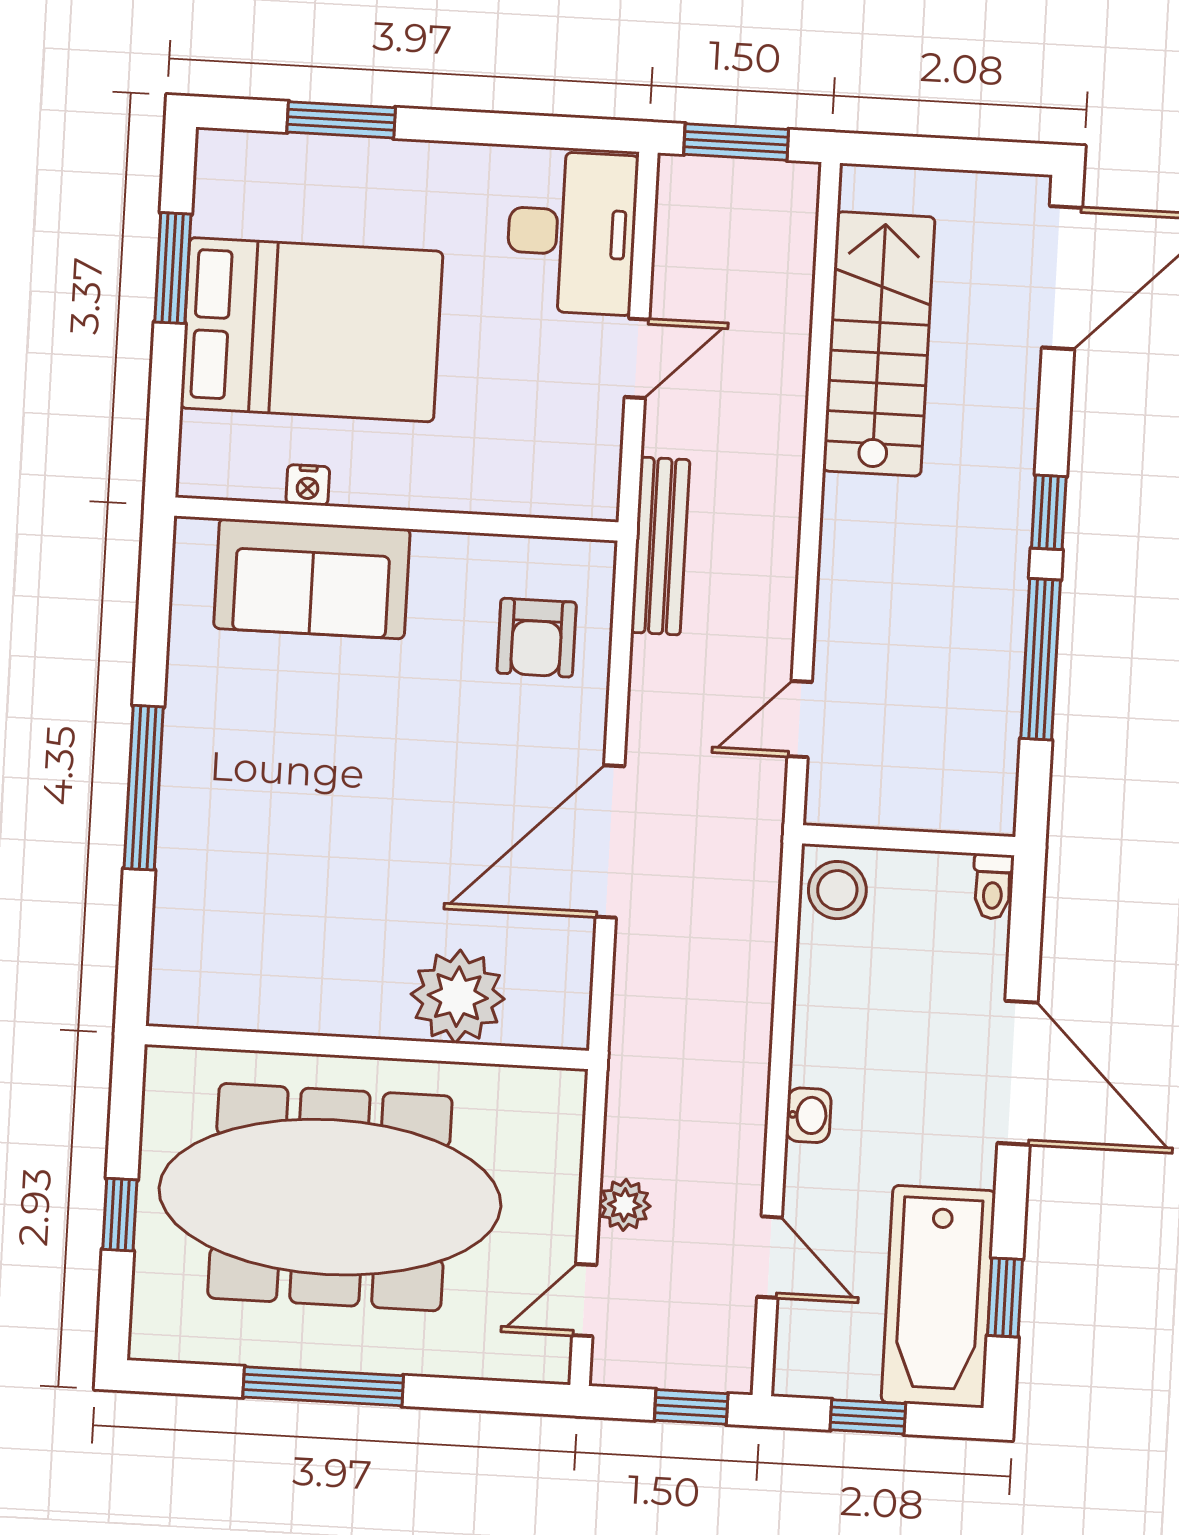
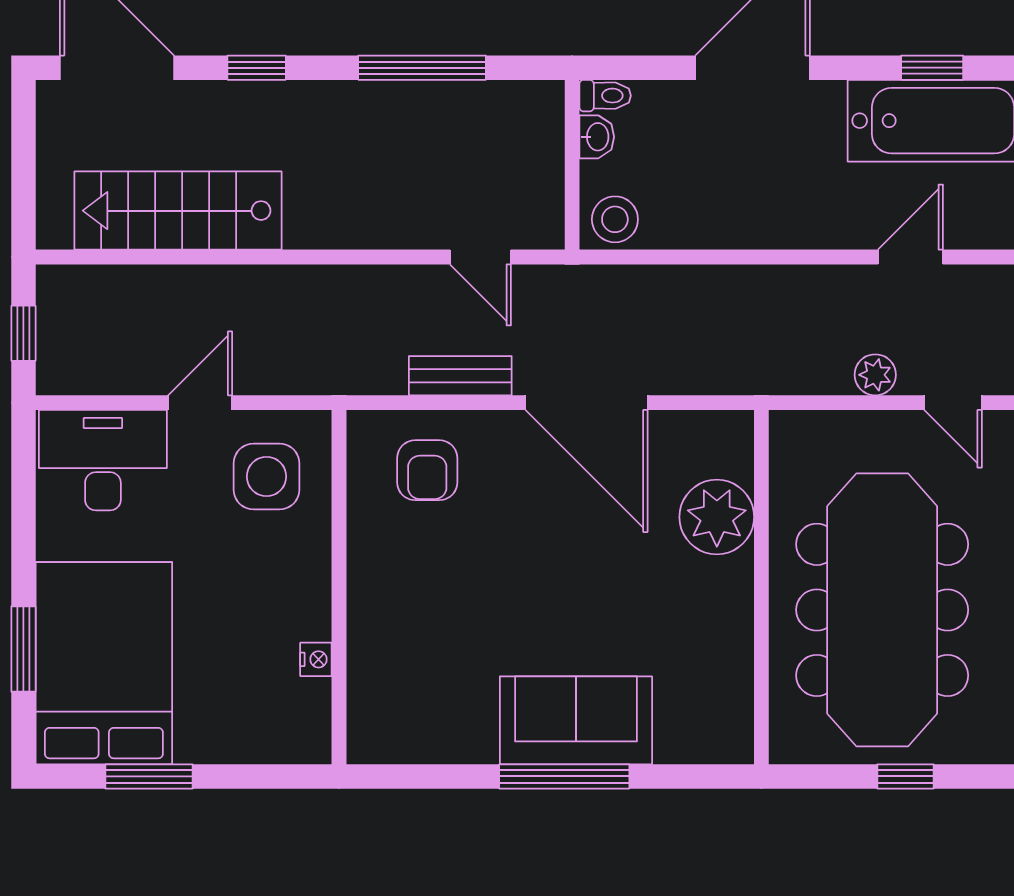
window: (736, 142) -> (23, 333), width x0.67
bed: (312, 330) -> (104, 663), moved
door: (637, 358) -> (200, 403), hinge flipped
side table: (540, 436) -> (266, 476), added
window: (1049, 512) -> (257, 68), moved
bench: (660, 546) -> (460, 376), moved, width x0.73
sofa: (312, 579) -> (576, 720), moved, turned -90
armchair: (537, 638) -> (427, 470), turned 90
washbasin: (808, 1115) -> (597, 137), moved, turned 90

